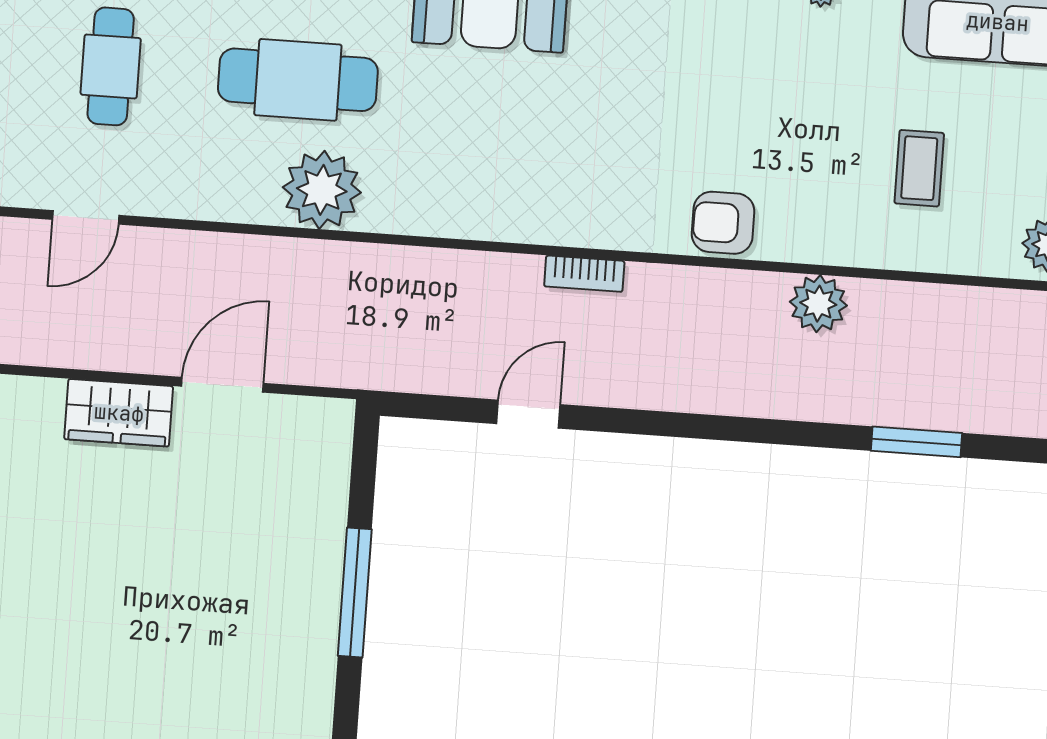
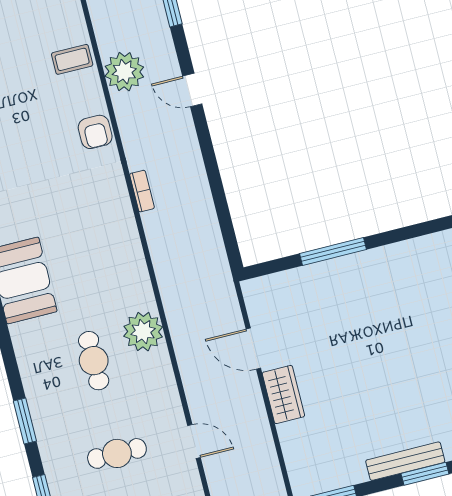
cafe table: (298, 80) -> (94, 361), width x0.73, depth x0.74
coffee table: (919, 168) -> (72, 59), moved
plant: (818, 304) -> (124, 72), width x1.36, depth x1.36
door: (528, 414) -> (192, 90), moved

